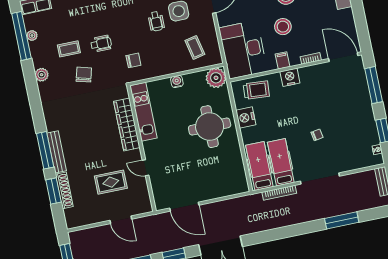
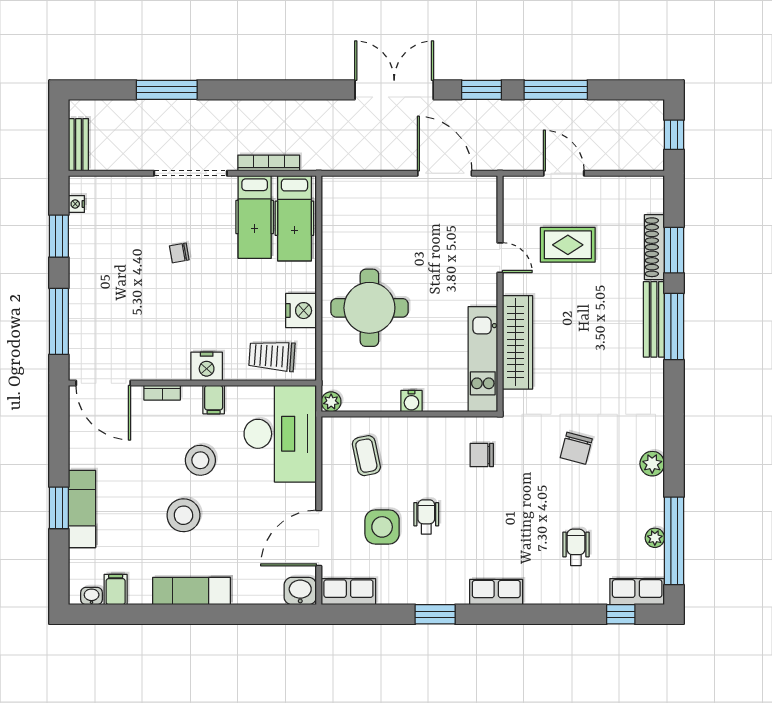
wheelchair: (101, 44) -> (576, 547), moved, turned 90
coffee table: (69, 49) -> (593, 500), removed
plant: (216, 78) -> (331, 402), width x0.53, depth x0.53

